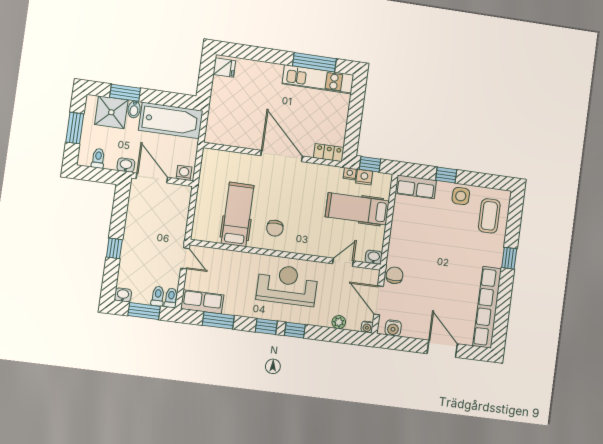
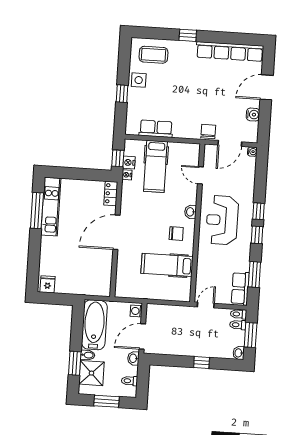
row of seats: (416, 187) -> (156, 129), moved, turned -90
washbasin: (374, 257) -> (190, 212), moved
chair: (395, 275) -> (208, 132), turned 90
plant: (339, 322) -> (250, 175), removed
water cooler: (393, 328) -> (253, 115), moved

